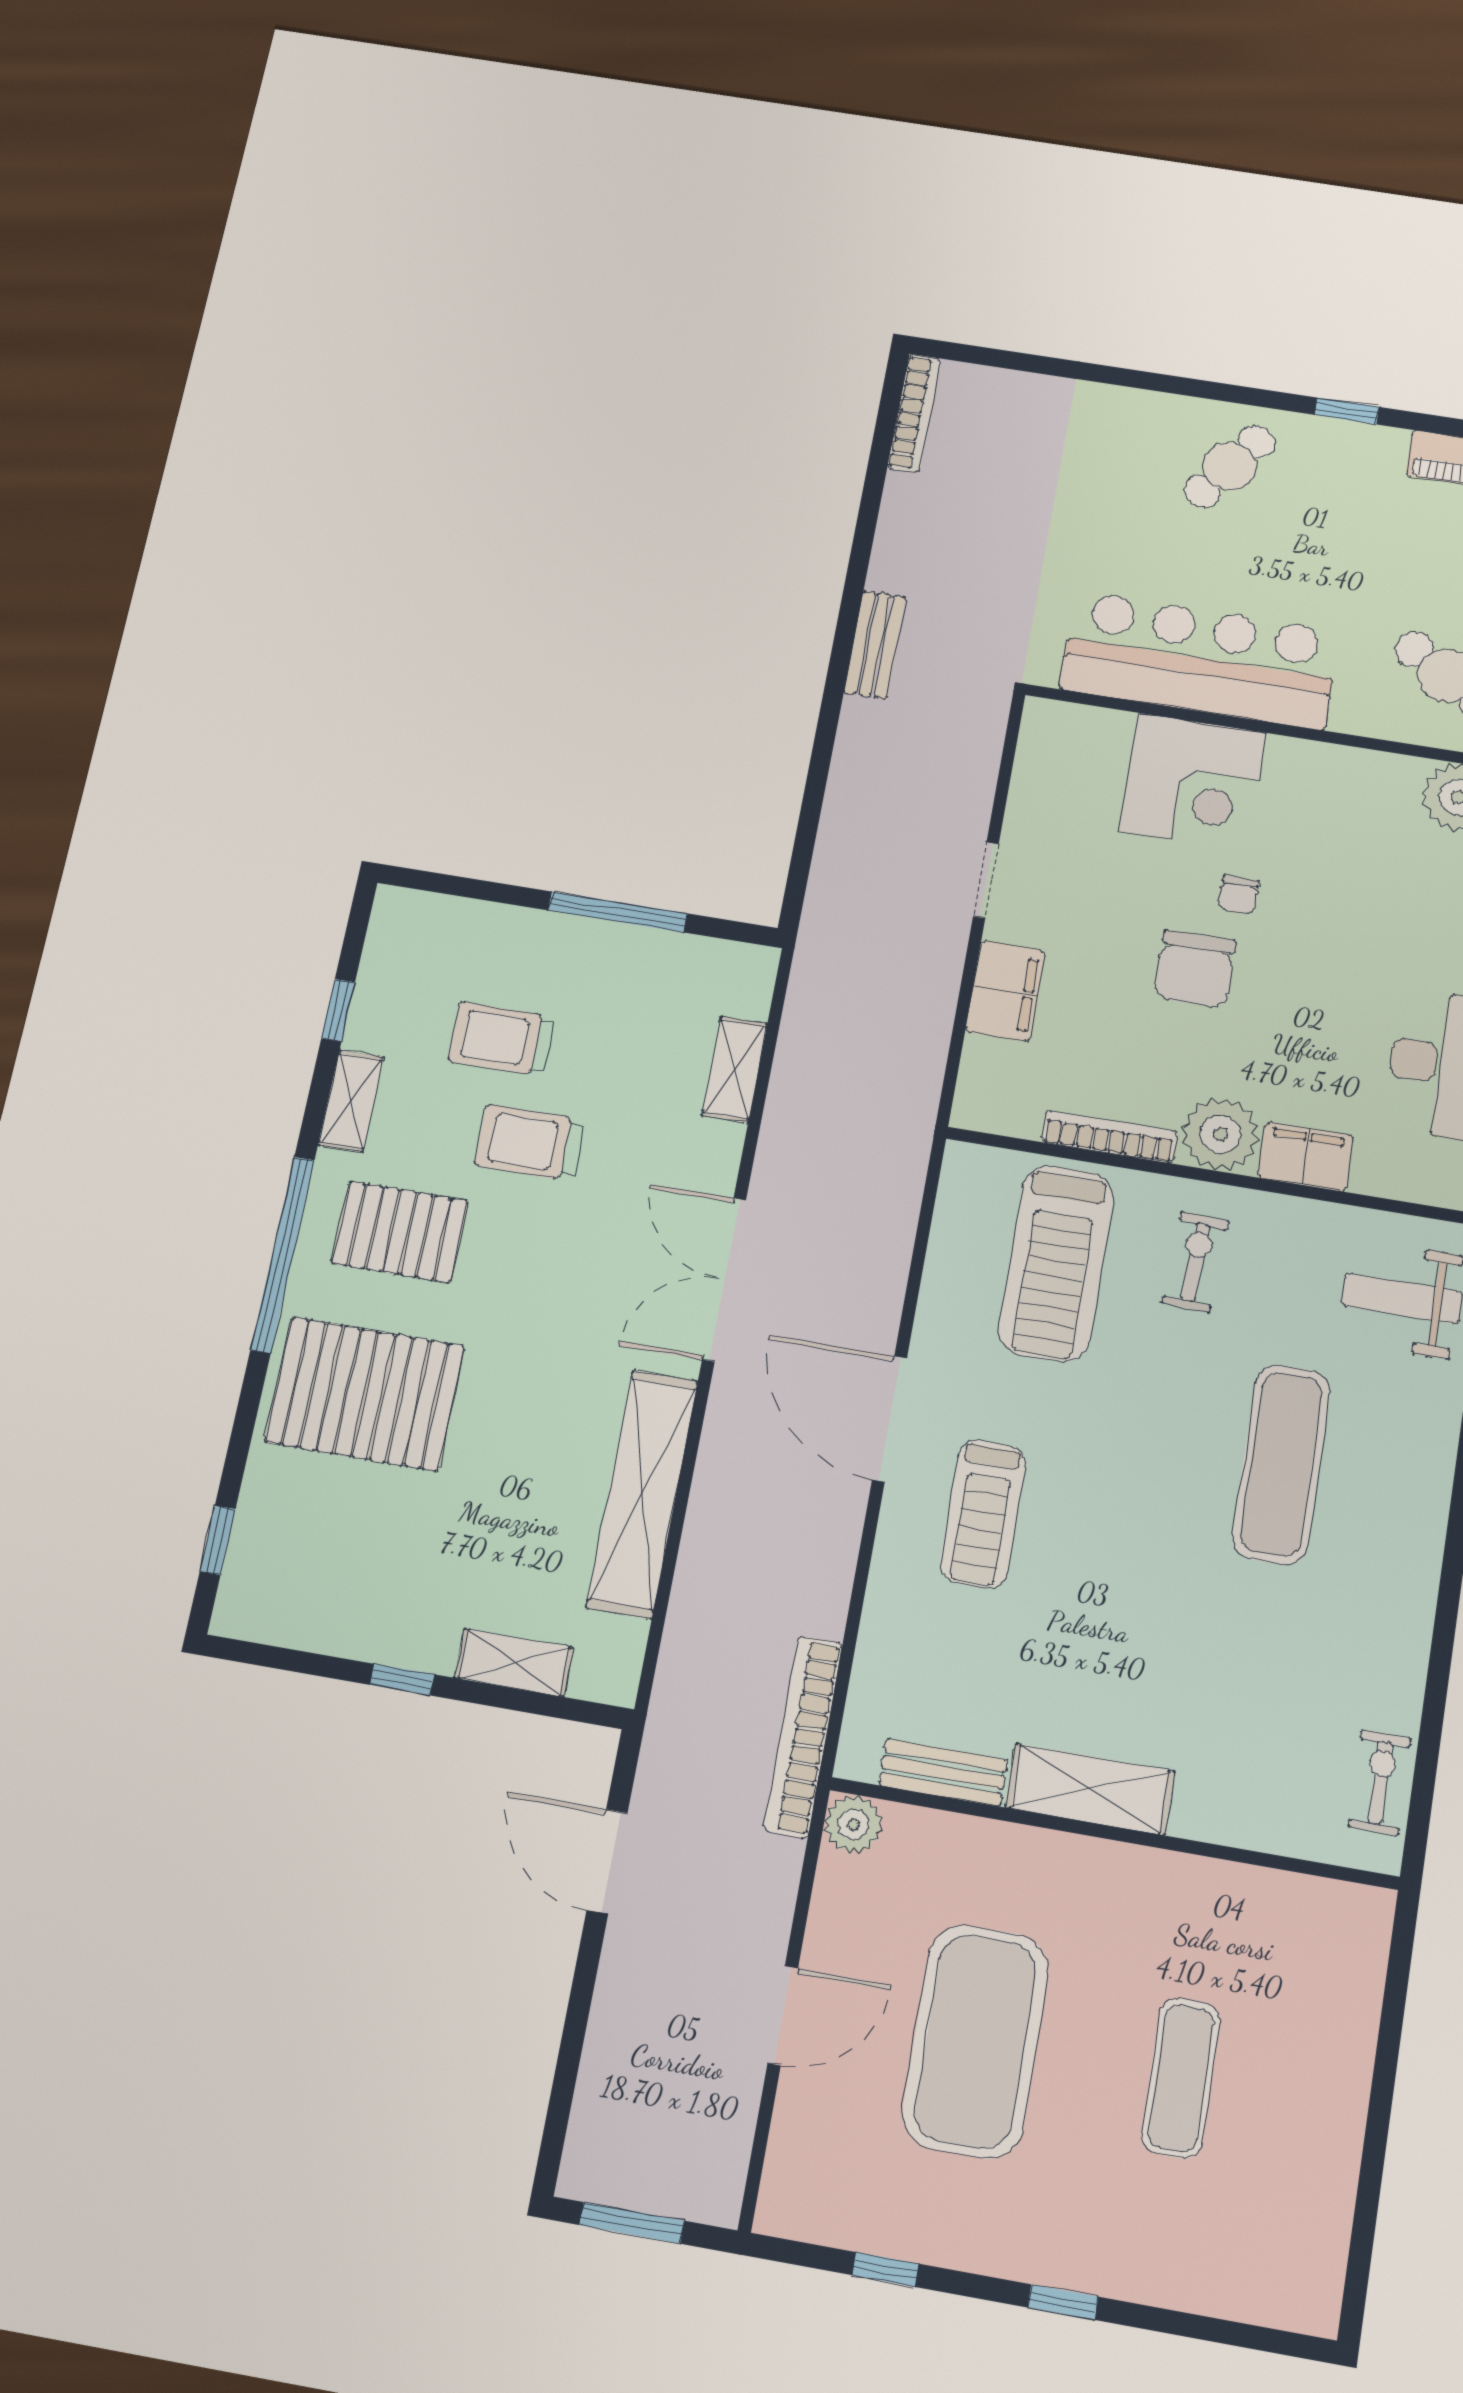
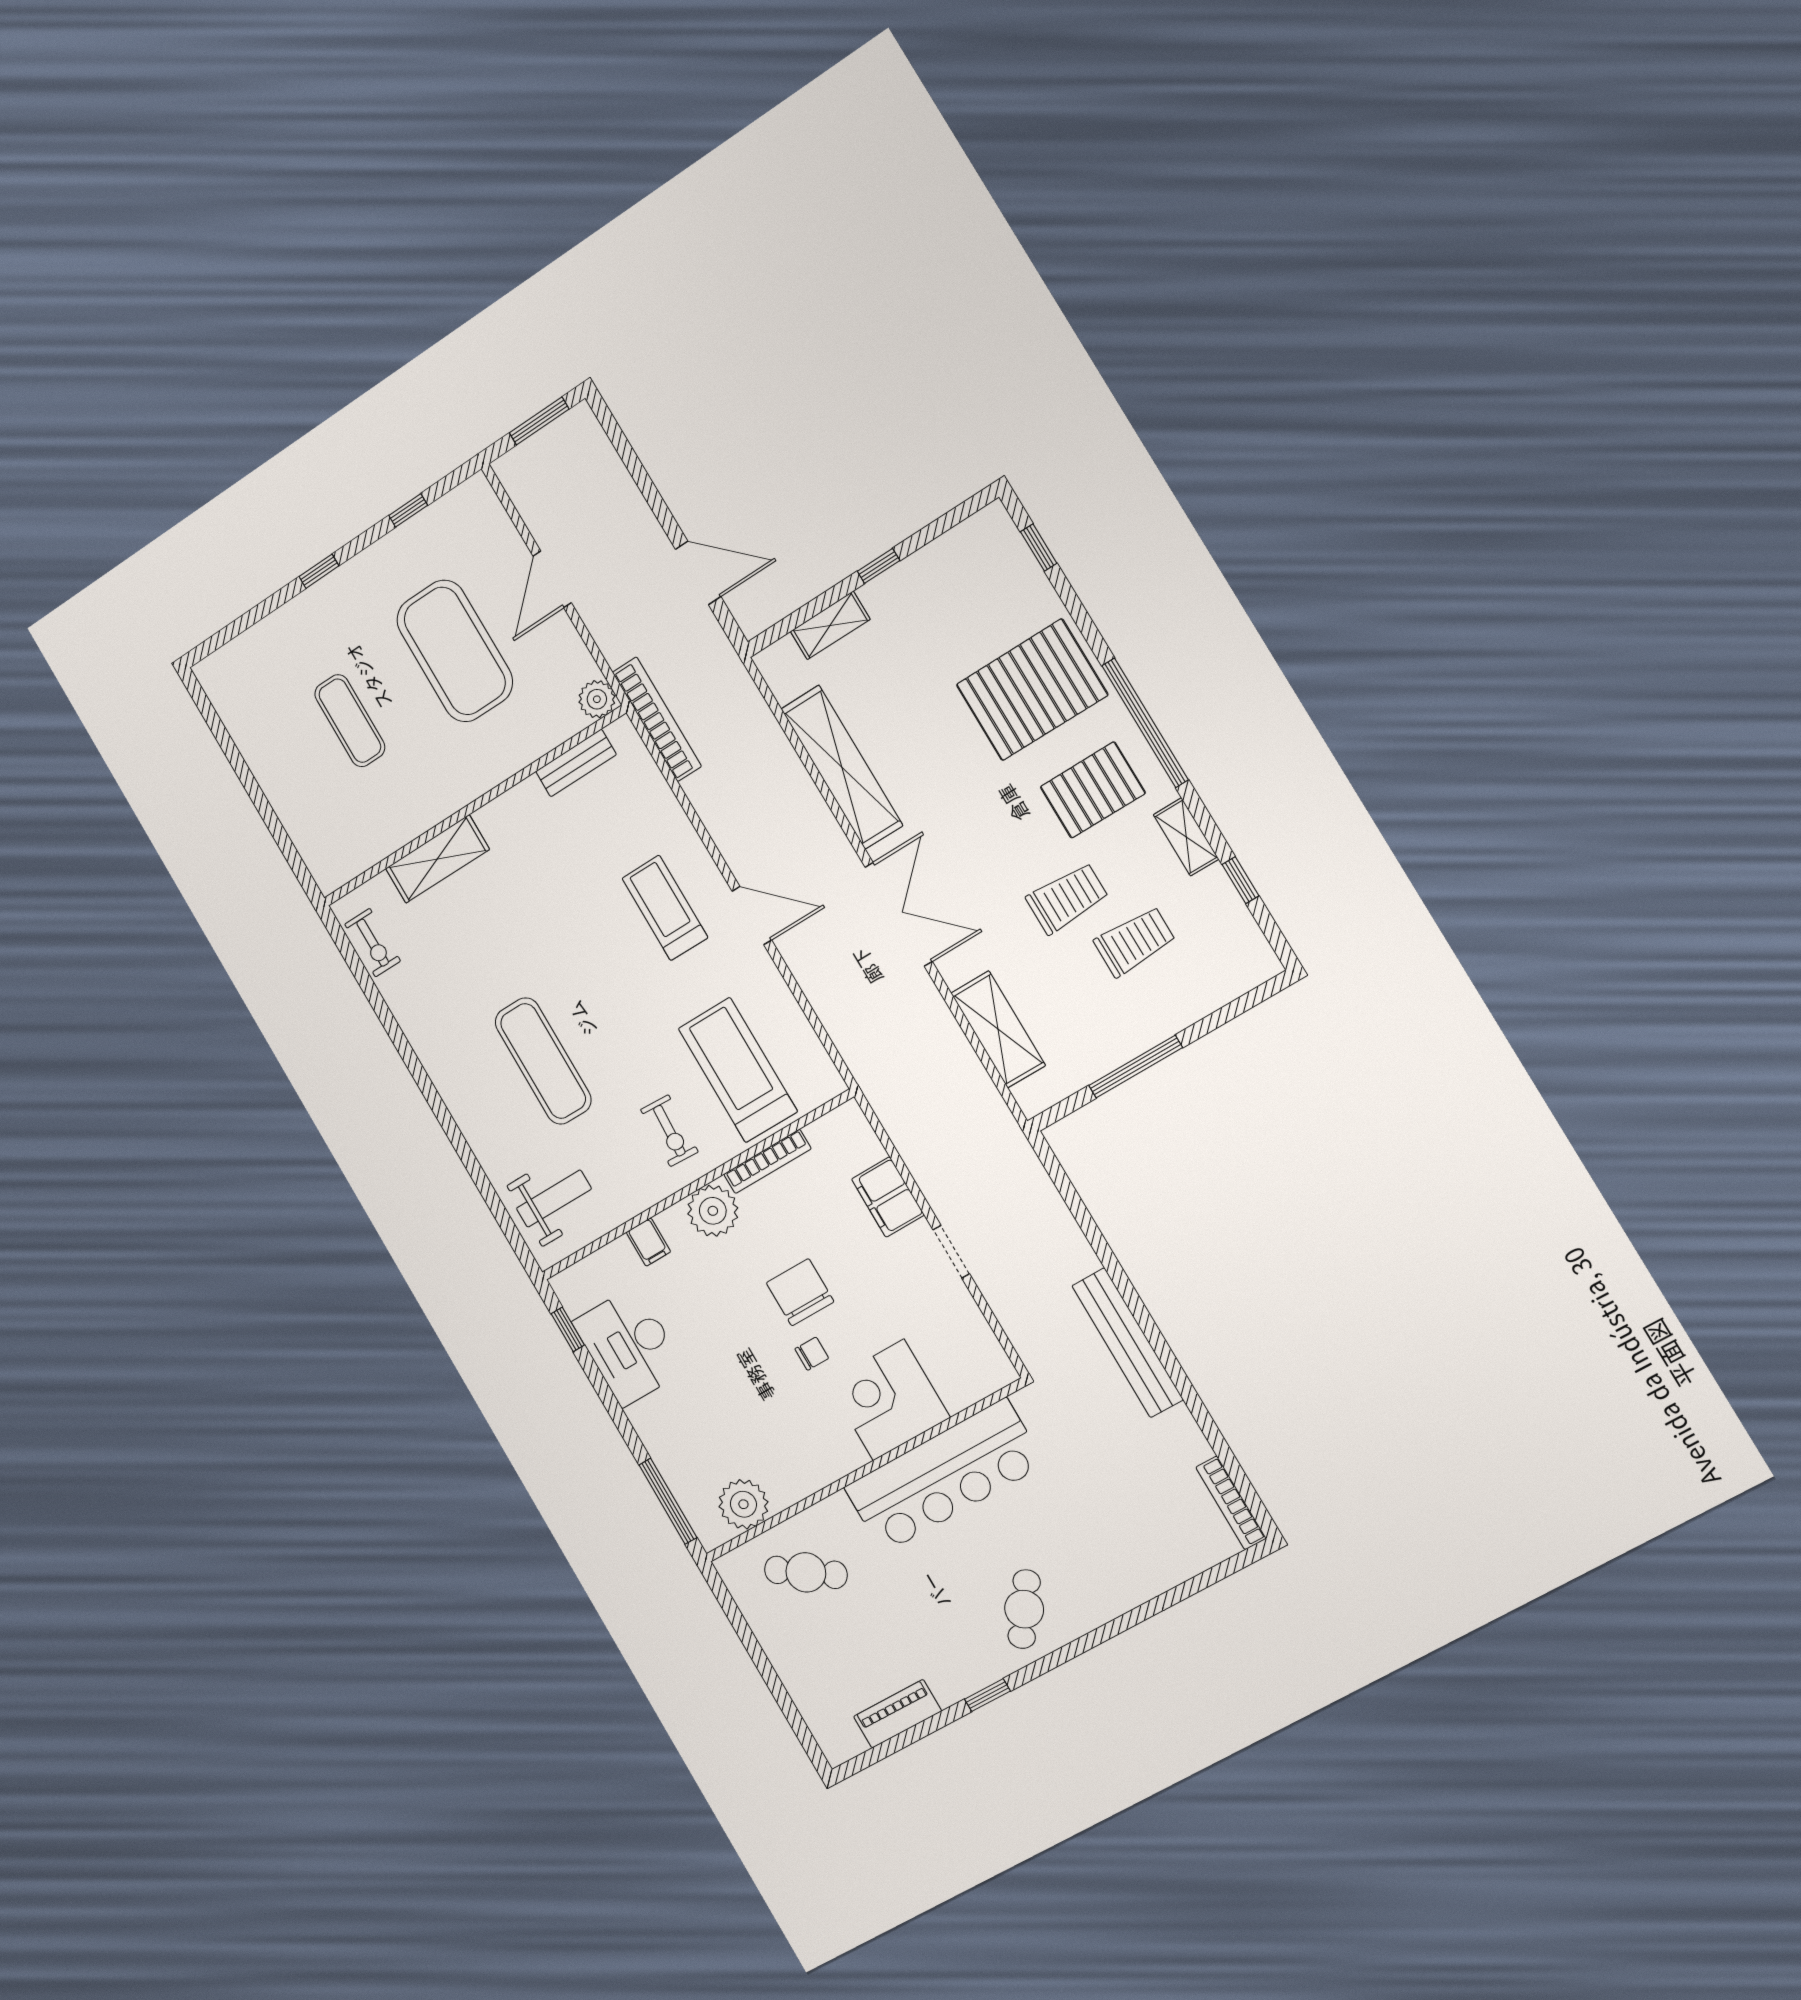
bench: (875, 645) -> (1127, 1343), width x1.86, depth x1.21
chair: (1239, 895) -> (812, 1354), turned 90
shelving: (735, 1069) -> (998, 1029), width x1.50, depth x1.33
filing cabinet: (1305, 1157) -> (648, 1242), width x0.50
door: (890, 1419) -> (752, 916), width x0.73
shelving: (1090, 1789) -> (437, 859), moved

